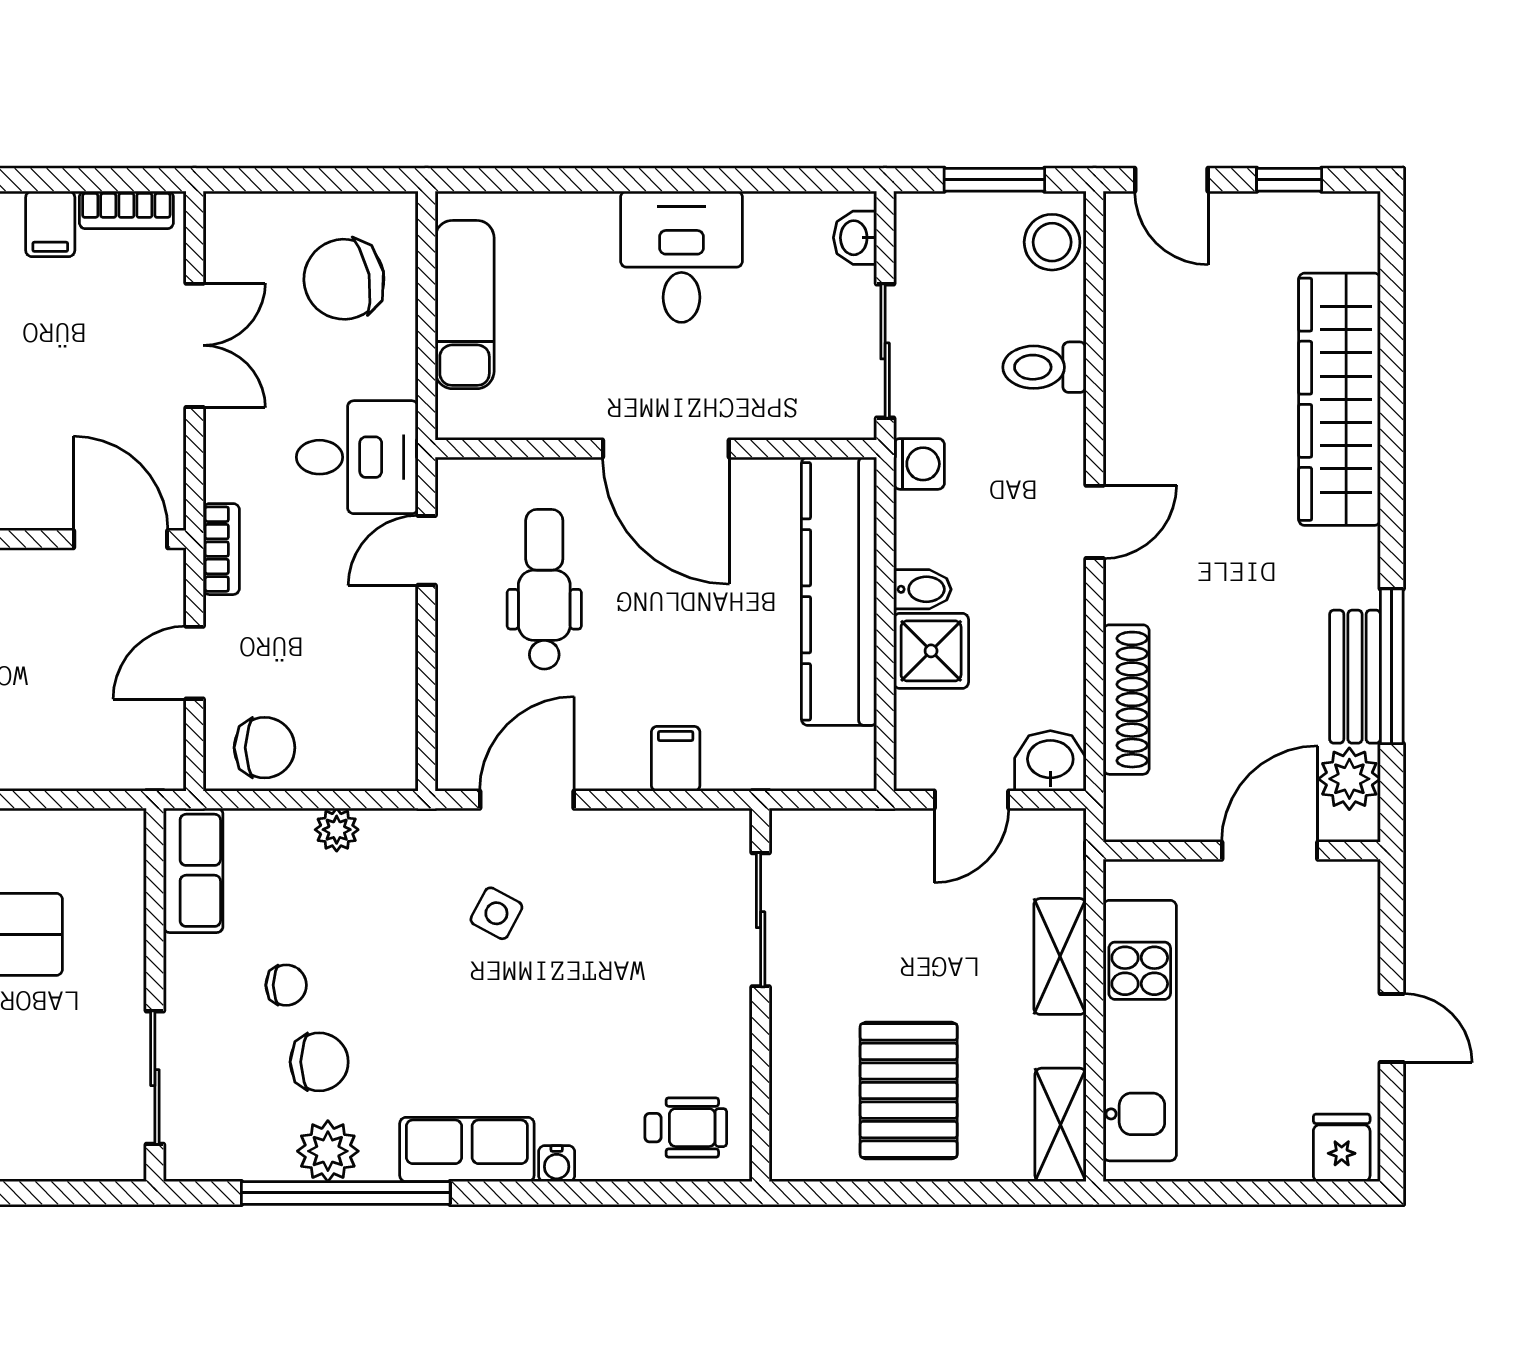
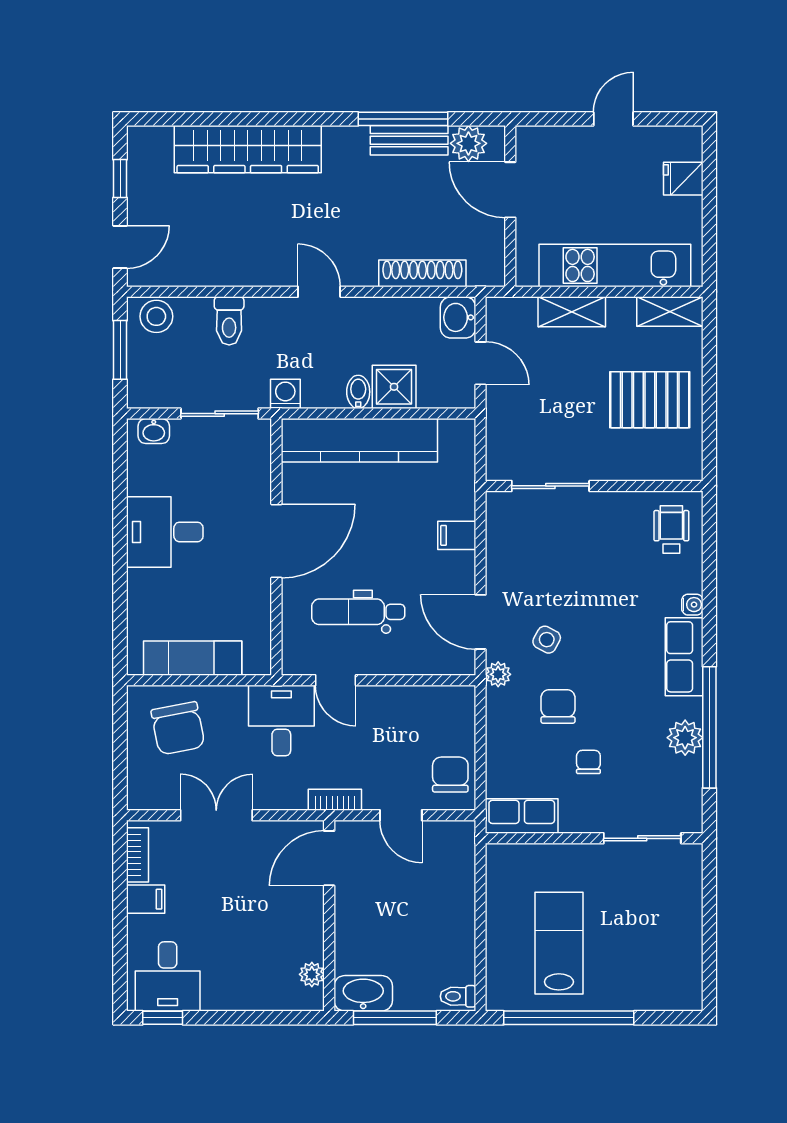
plant: (337, 830) -> (498, 674), moved
chair: (319, 1062) -> (558, 706), moved
fridge: (1342, 1148) -> (683, 179), moved

